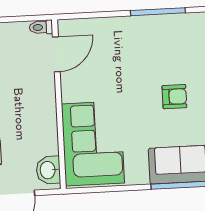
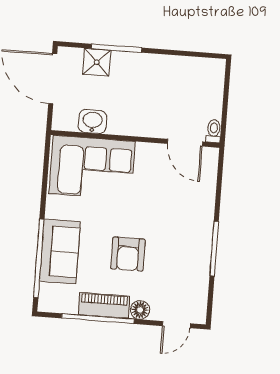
armchair: (174, 97) -> (128, 254), width x1.38, depth x1.38
washbasin: (48, 170) -> (92, 121), moved

